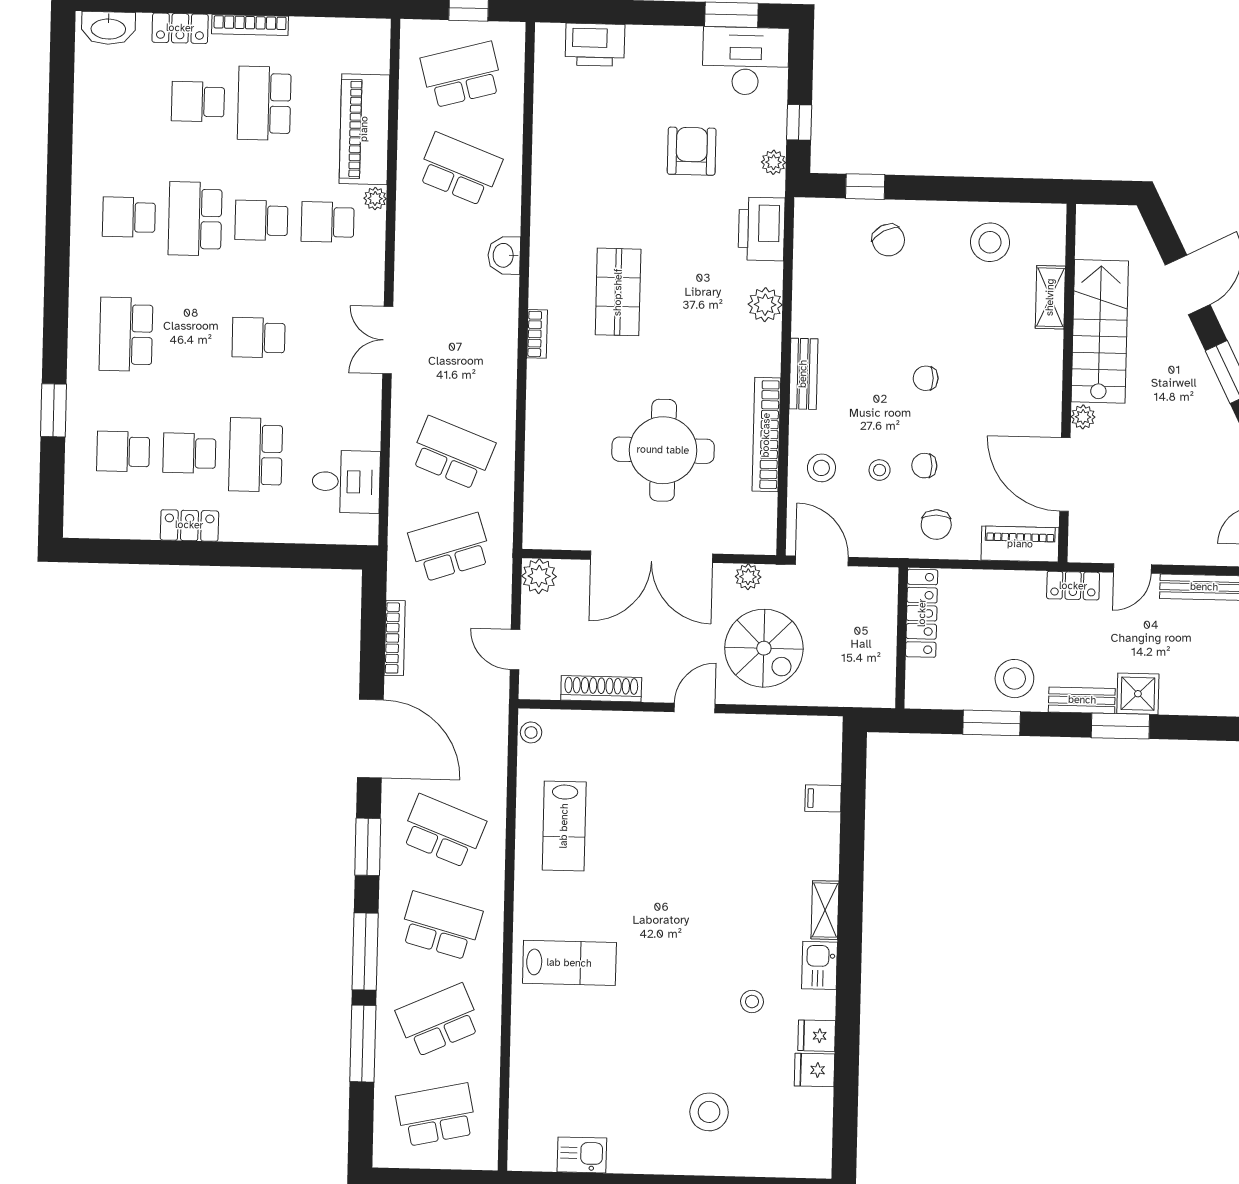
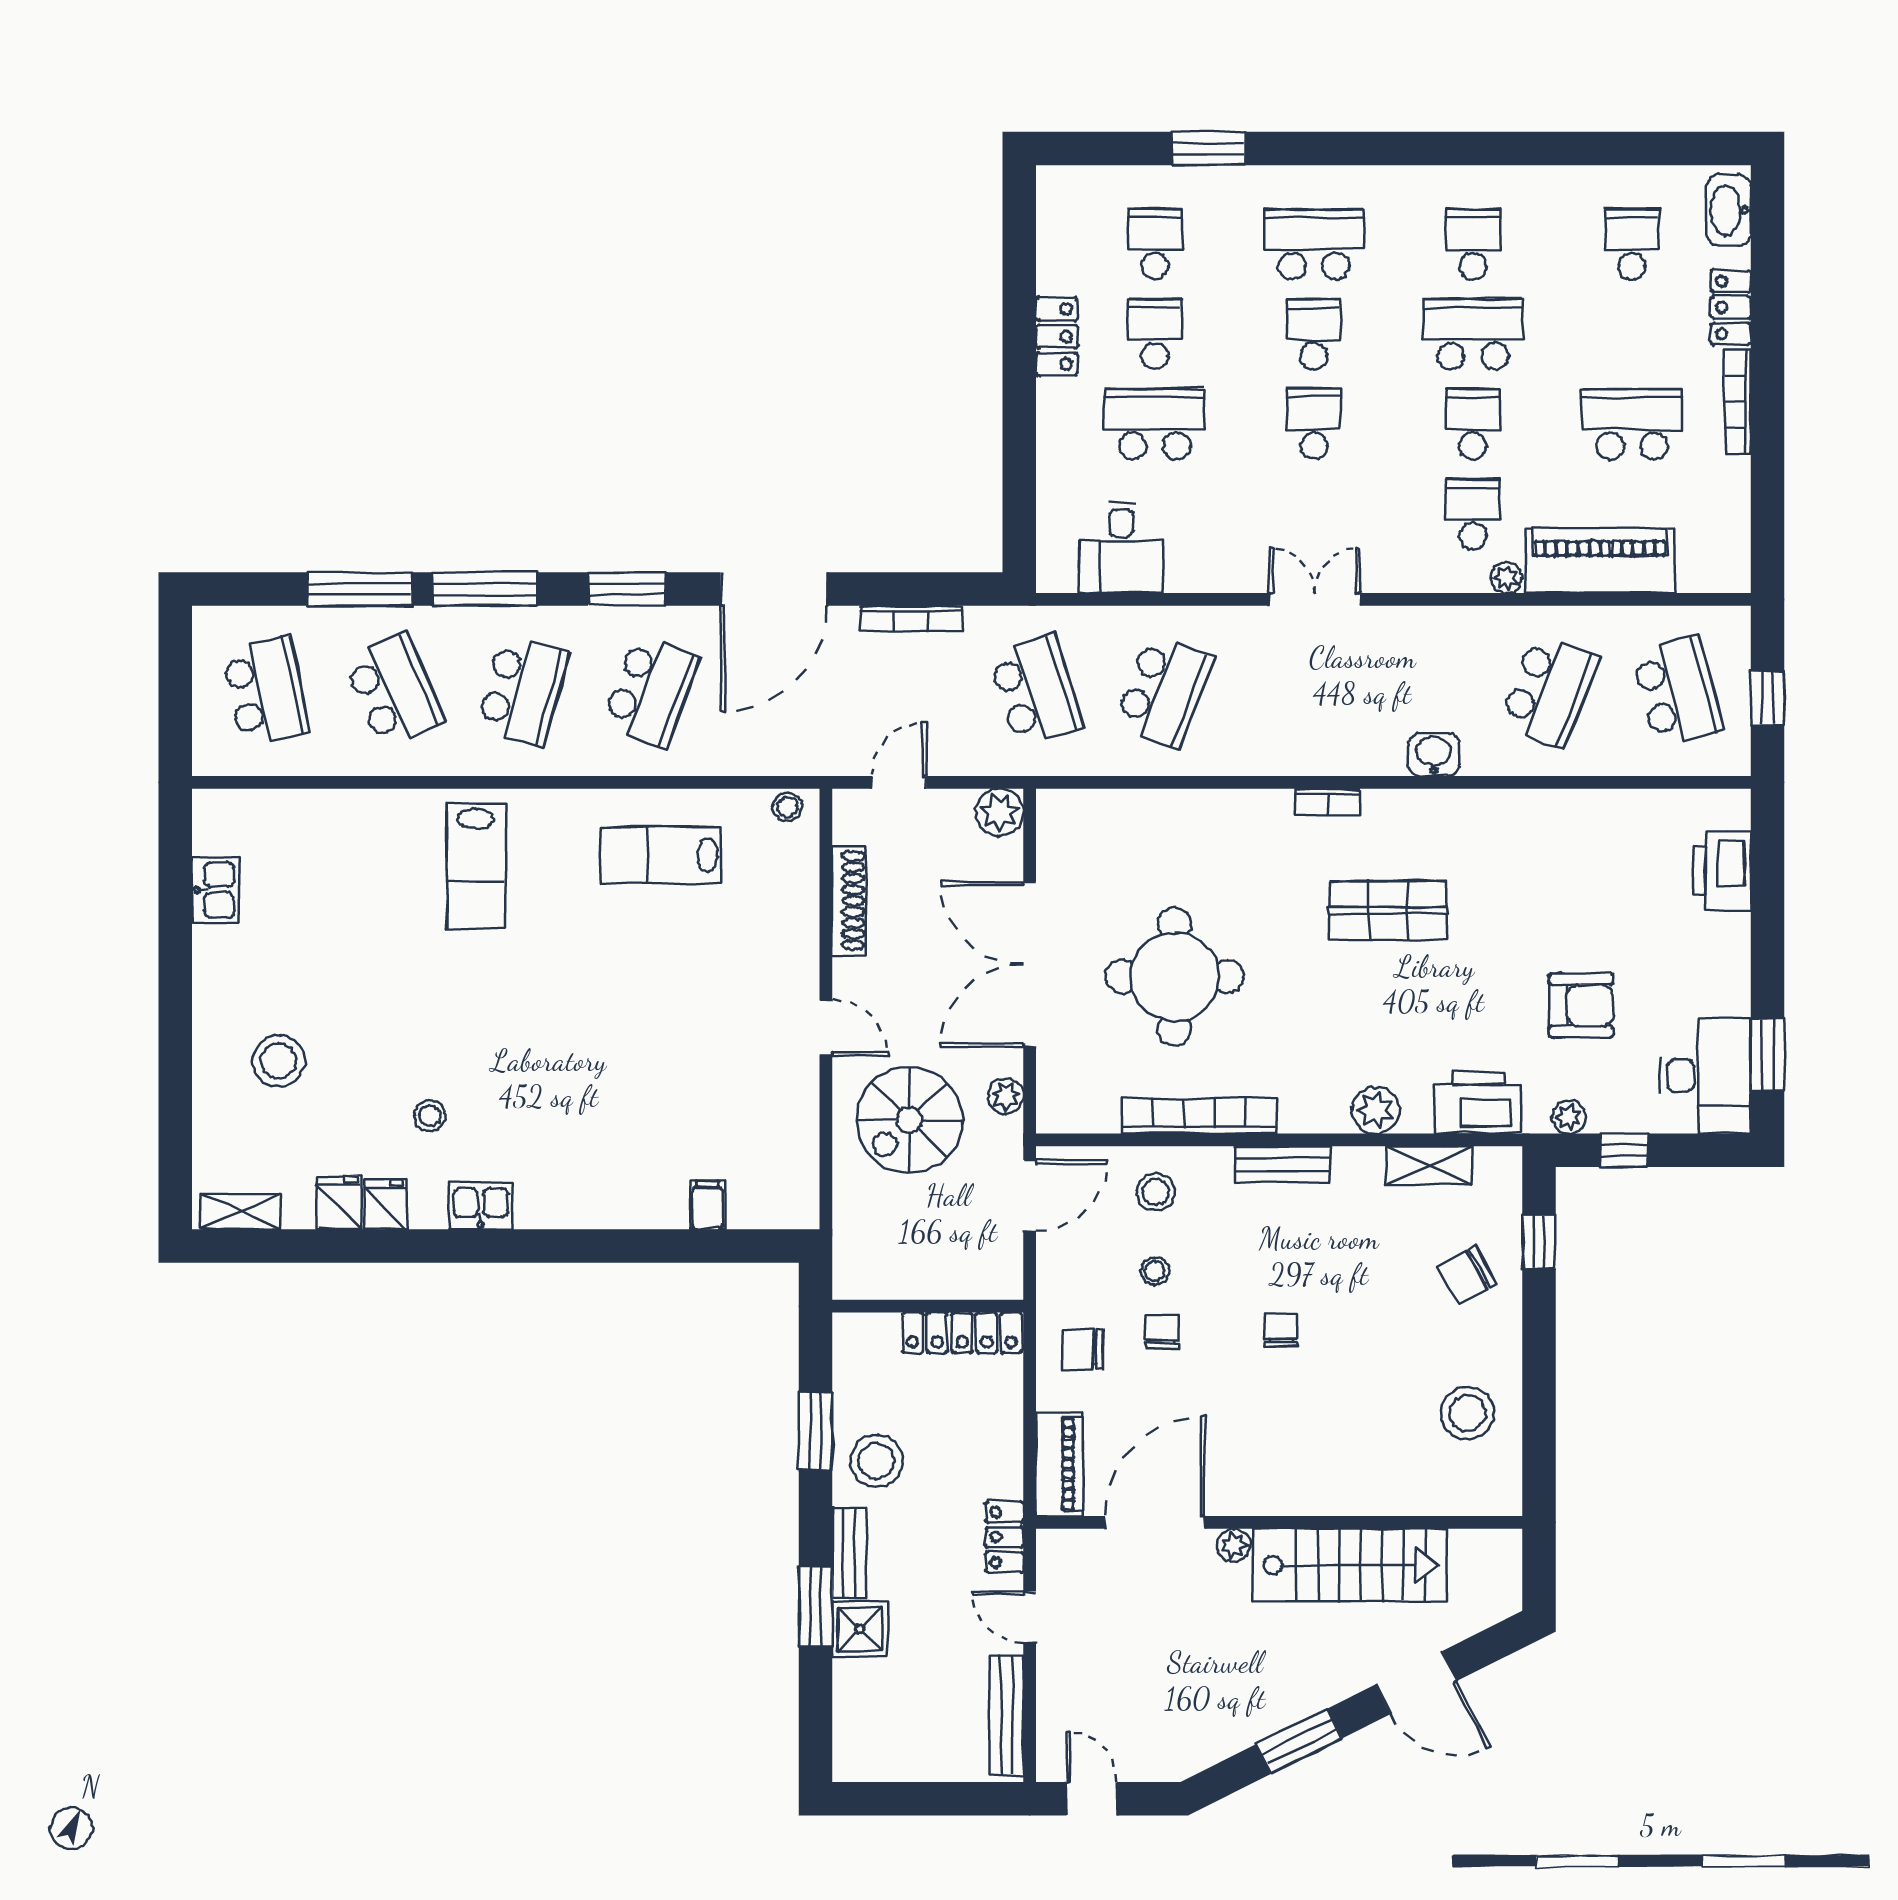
school desk: (198, 102) -> (1632, 244), moved
shelving: (1050, 297) -> (1429, 1165), moved
school desk: (192, 336) -> (1314, 334), added
shelving: (825, 910) -> (240, 1211), moved

